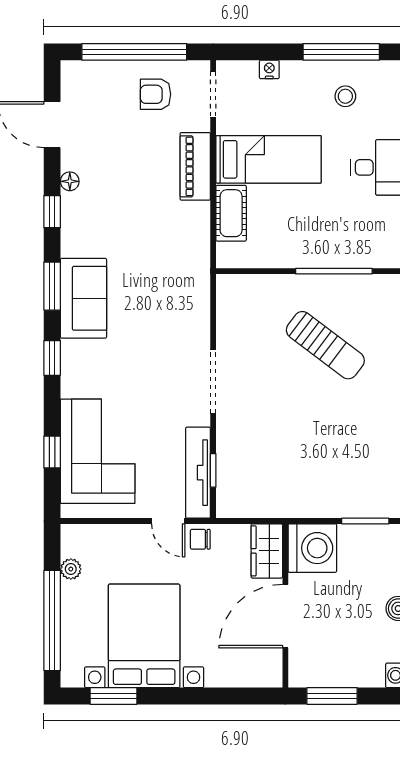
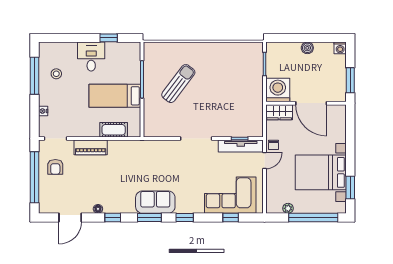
bed: (269, 159) -> (115, 96), moved, turned -90

